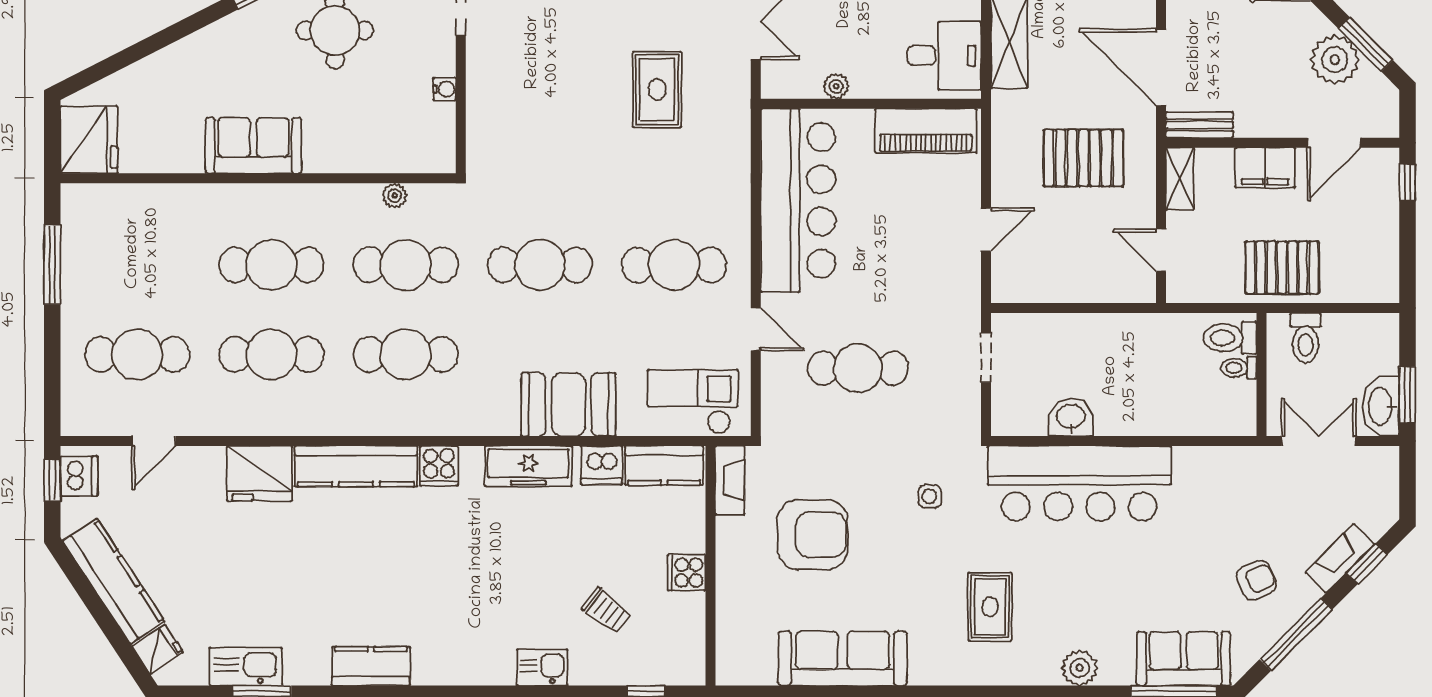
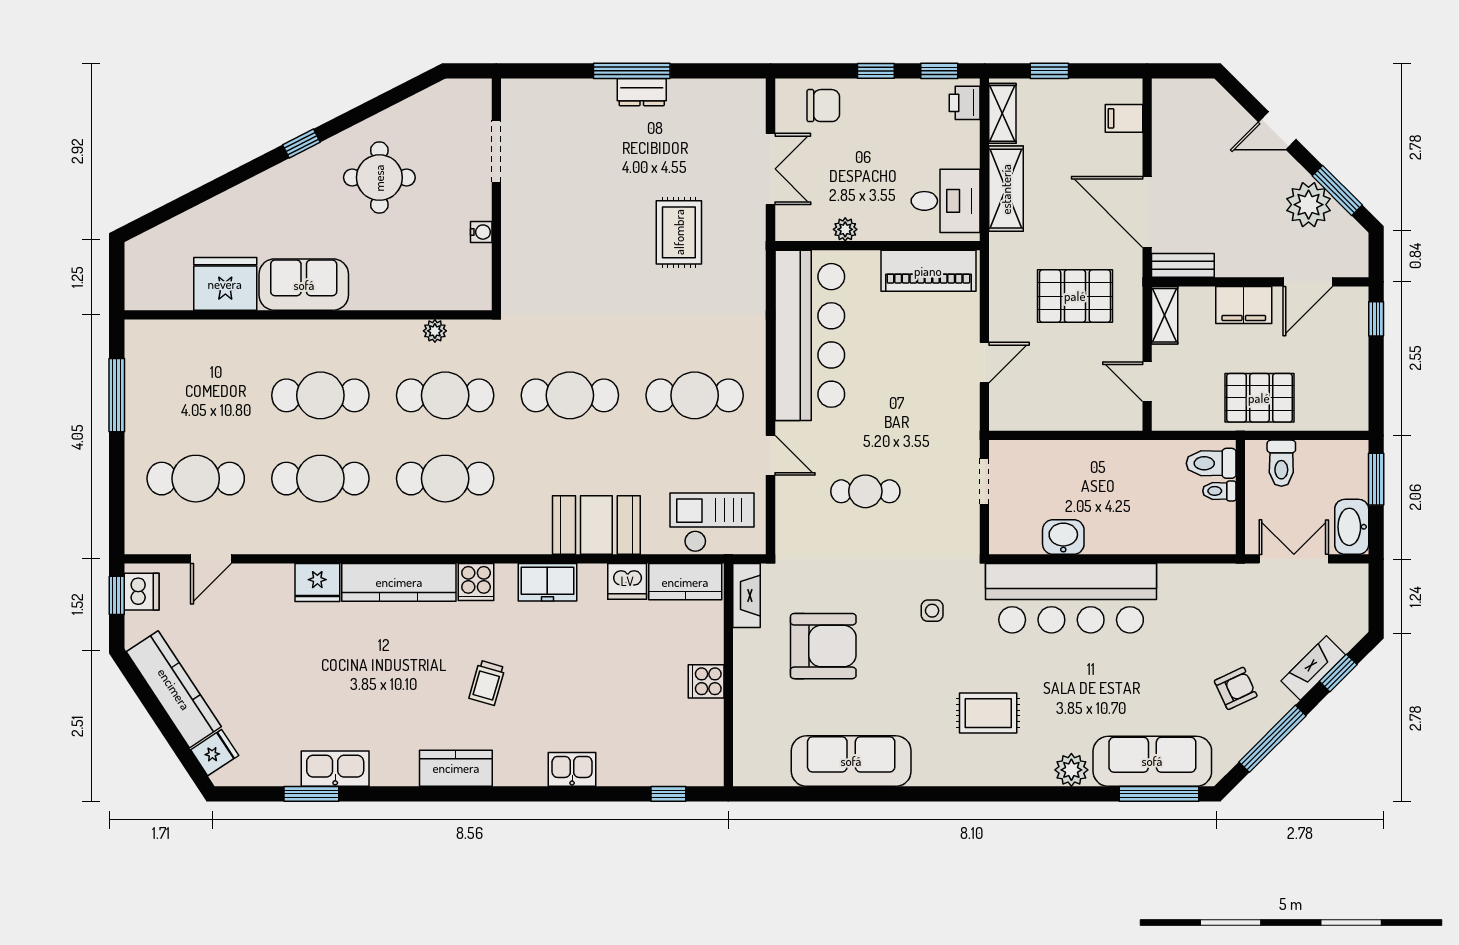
fridge: (89, 140) -> (225, 284), moved, turned -90
cafe table: (858, 368) -> (865, 491), width x0.73, depth x0.74
window: (1407, 395) -> (1376, 479), moved
freezer: (528, 466) -> (547, 582), width x0.71
fridge: (259, 473) -> (317, 583), width x0.73, depth x0.75
rug: (990, 607) -> (988, 713), turned 90
trolley: (607, 611) -> (487, 683), moved, turned 69
sofa: (1184, 659) -> (1152, 761), width x1.36
kitchen counter: (371, 666) -> (456, 768), moved
kitchen sink: (246, 667) -> (335, 769), moved

